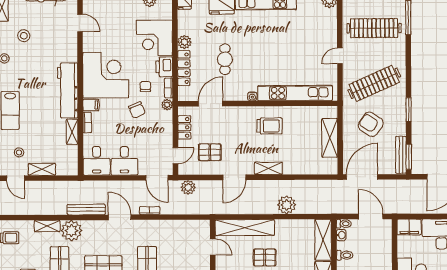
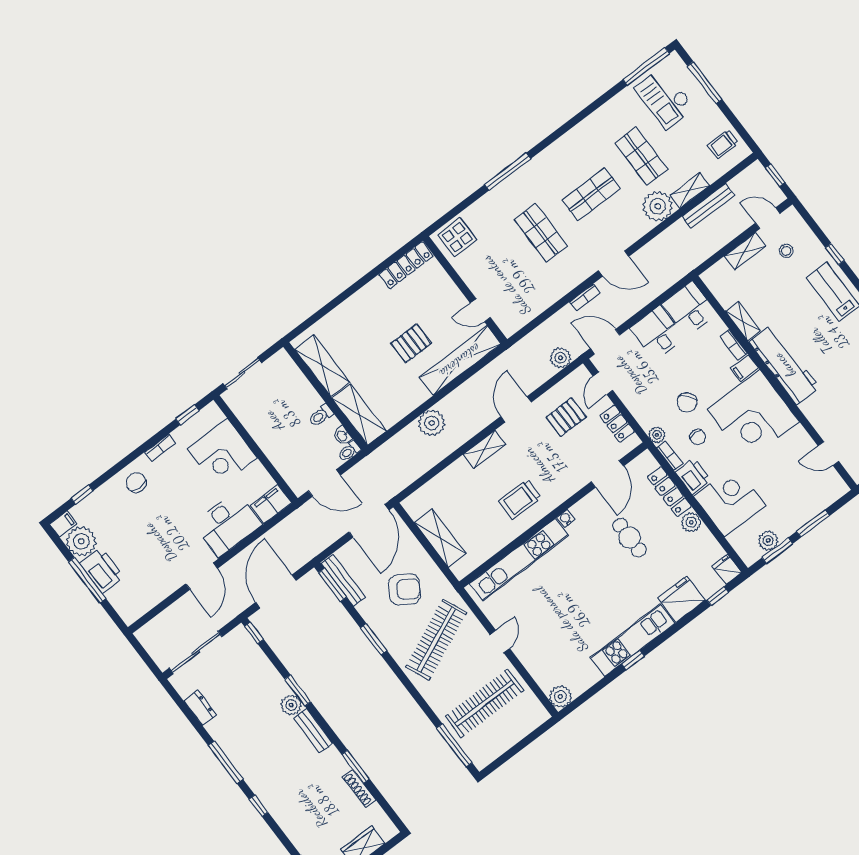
chair: (137, 110) -> (687, 402), turned -109
bench: (86, 210) -> (708, 206), moved

